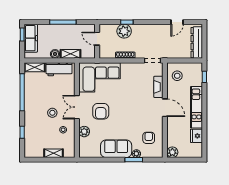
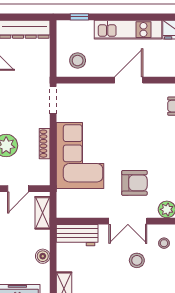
shelving: (70, 54) -> (43, 213), moved
workbench: (59, 69) -> (77, 235), moved, turned 90
corner sofa: (100, 77) -> (80, 156), moved
fireplace: (158, 87) -> (95, 91), removed

